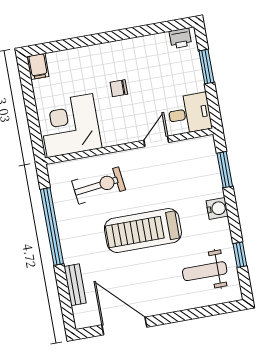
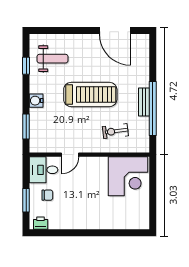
filing cabinet: (38, 66) -> (143, 221), removed
chair: (119, 88) -> (47, 195), moved
exercise bike: (99, 185) -> (115, 131), width x0.73, depth x0.72
bench: (75, 285) -> (144, 102), moved

